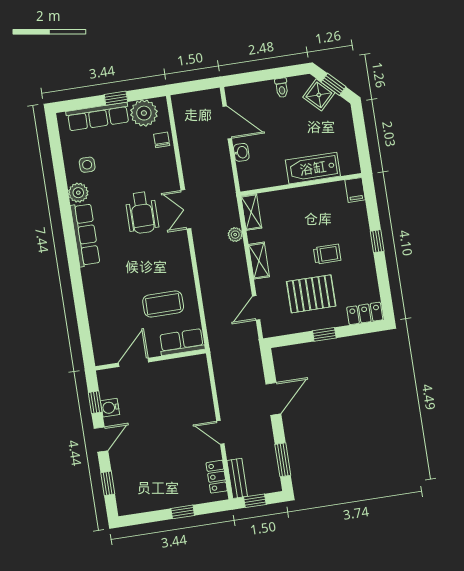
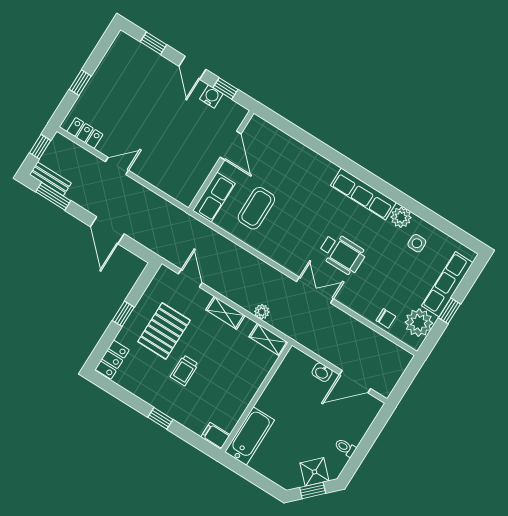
bathtub: (313, 168) -> (250, 436), moved
wheelchair: (142, 213) -> (342, 254), turned 180
bench: (237, 478) -> (50, 179), moved

